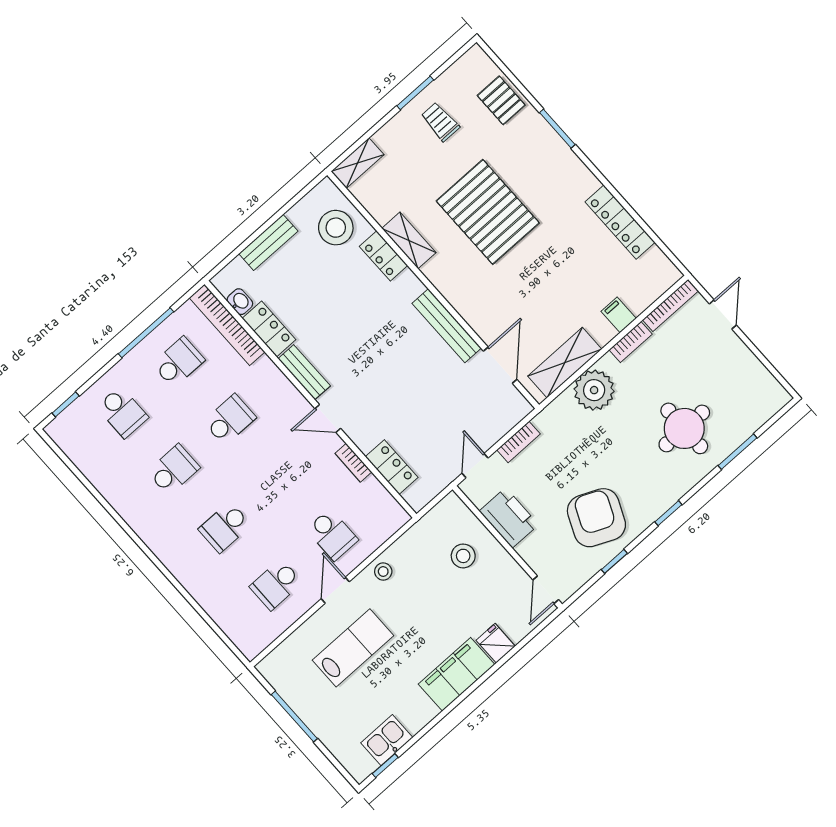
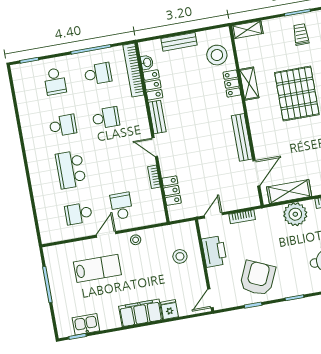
school desk: (225, 527) -> (71, 170), width x1.85
school desk: (332, 535) -> (122, 206), turned 180

